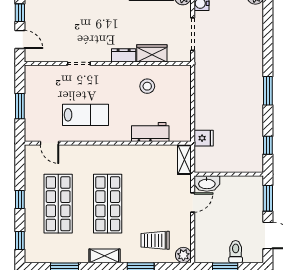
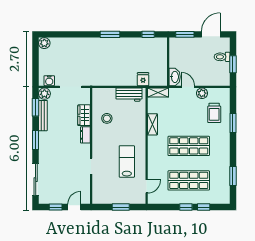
workbench: (150, 132) -> (129, 95), moved, turned -90
window: (20, 241) -> (204, 207), moved
plant: (183, 255) -> (202, 93), moved
shelving: (104, 256) -> (152, 124), moved

